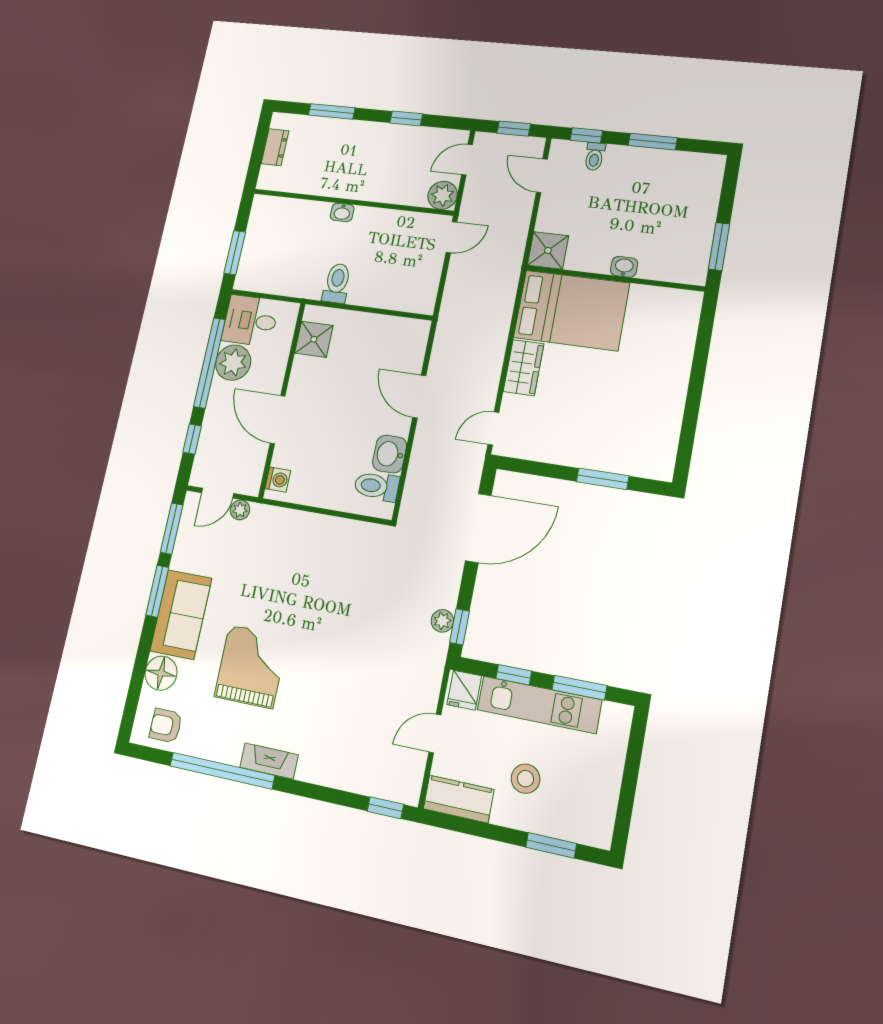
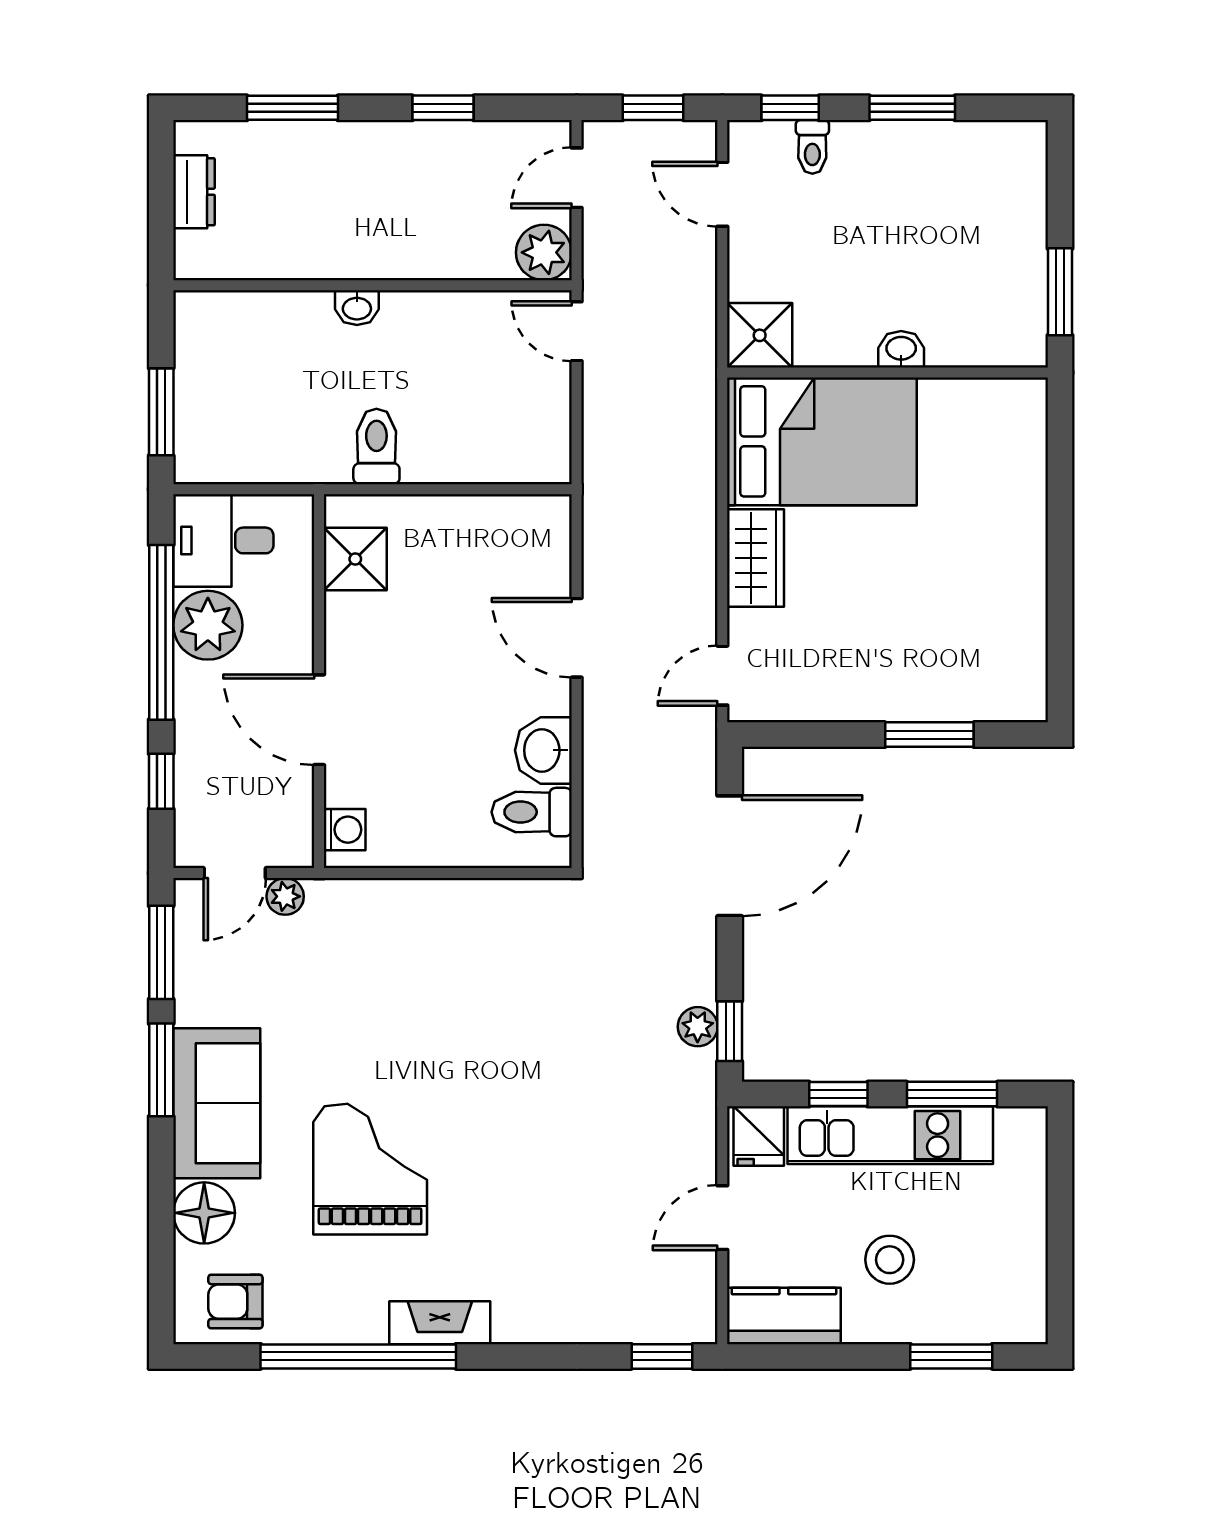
door: (451, 237) -> (577, 331), swing flipped

